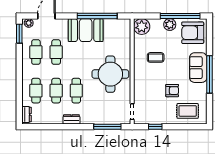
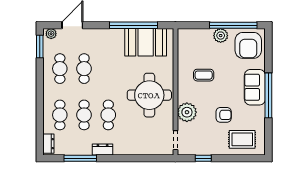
plant: (142, 27) -> (187, 112), moved
booth: (86, 30) -> (146, 42), moved
armchair: (193, 33) -> (248, 45), turned -90
window: (107, 127) -> (80, 158), moved

